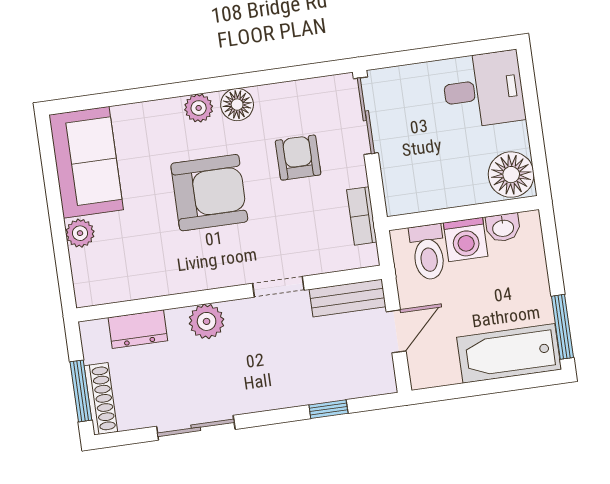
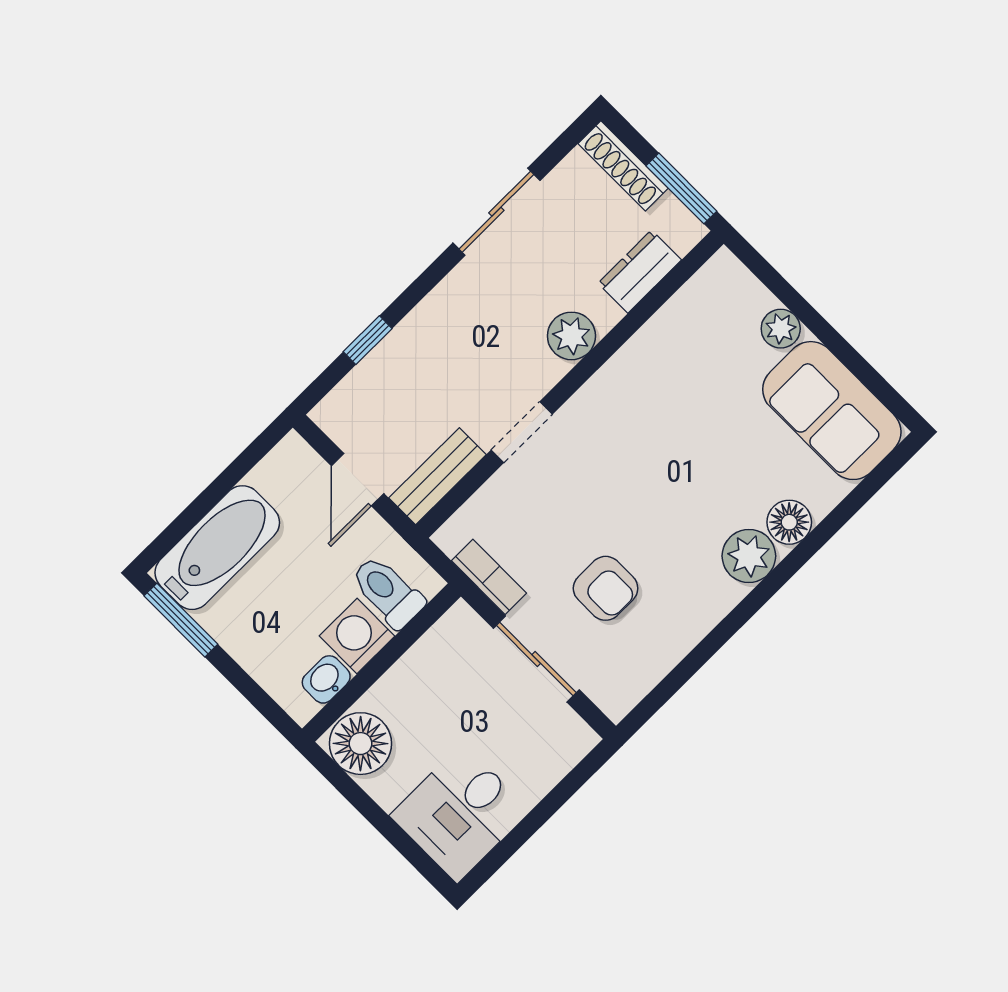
floor lamp: (237, 105) -> (789, 522), moved
plant: (199, 108) -> (749, 556), width x1.38, depth x1.38
sliding door: (366, 116) -> (536, 659), moved
armchair: (209, 193) -> (673, 478), removed
window: (81, 391) -> (681, 188), moved

